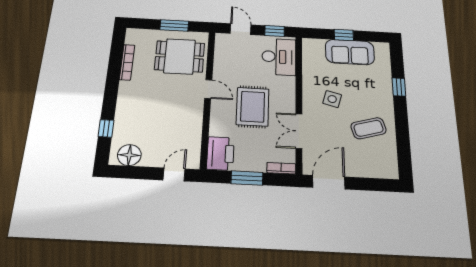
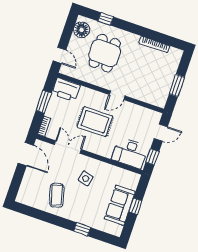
dining table: (180, 56) -> (105, 53), moved

